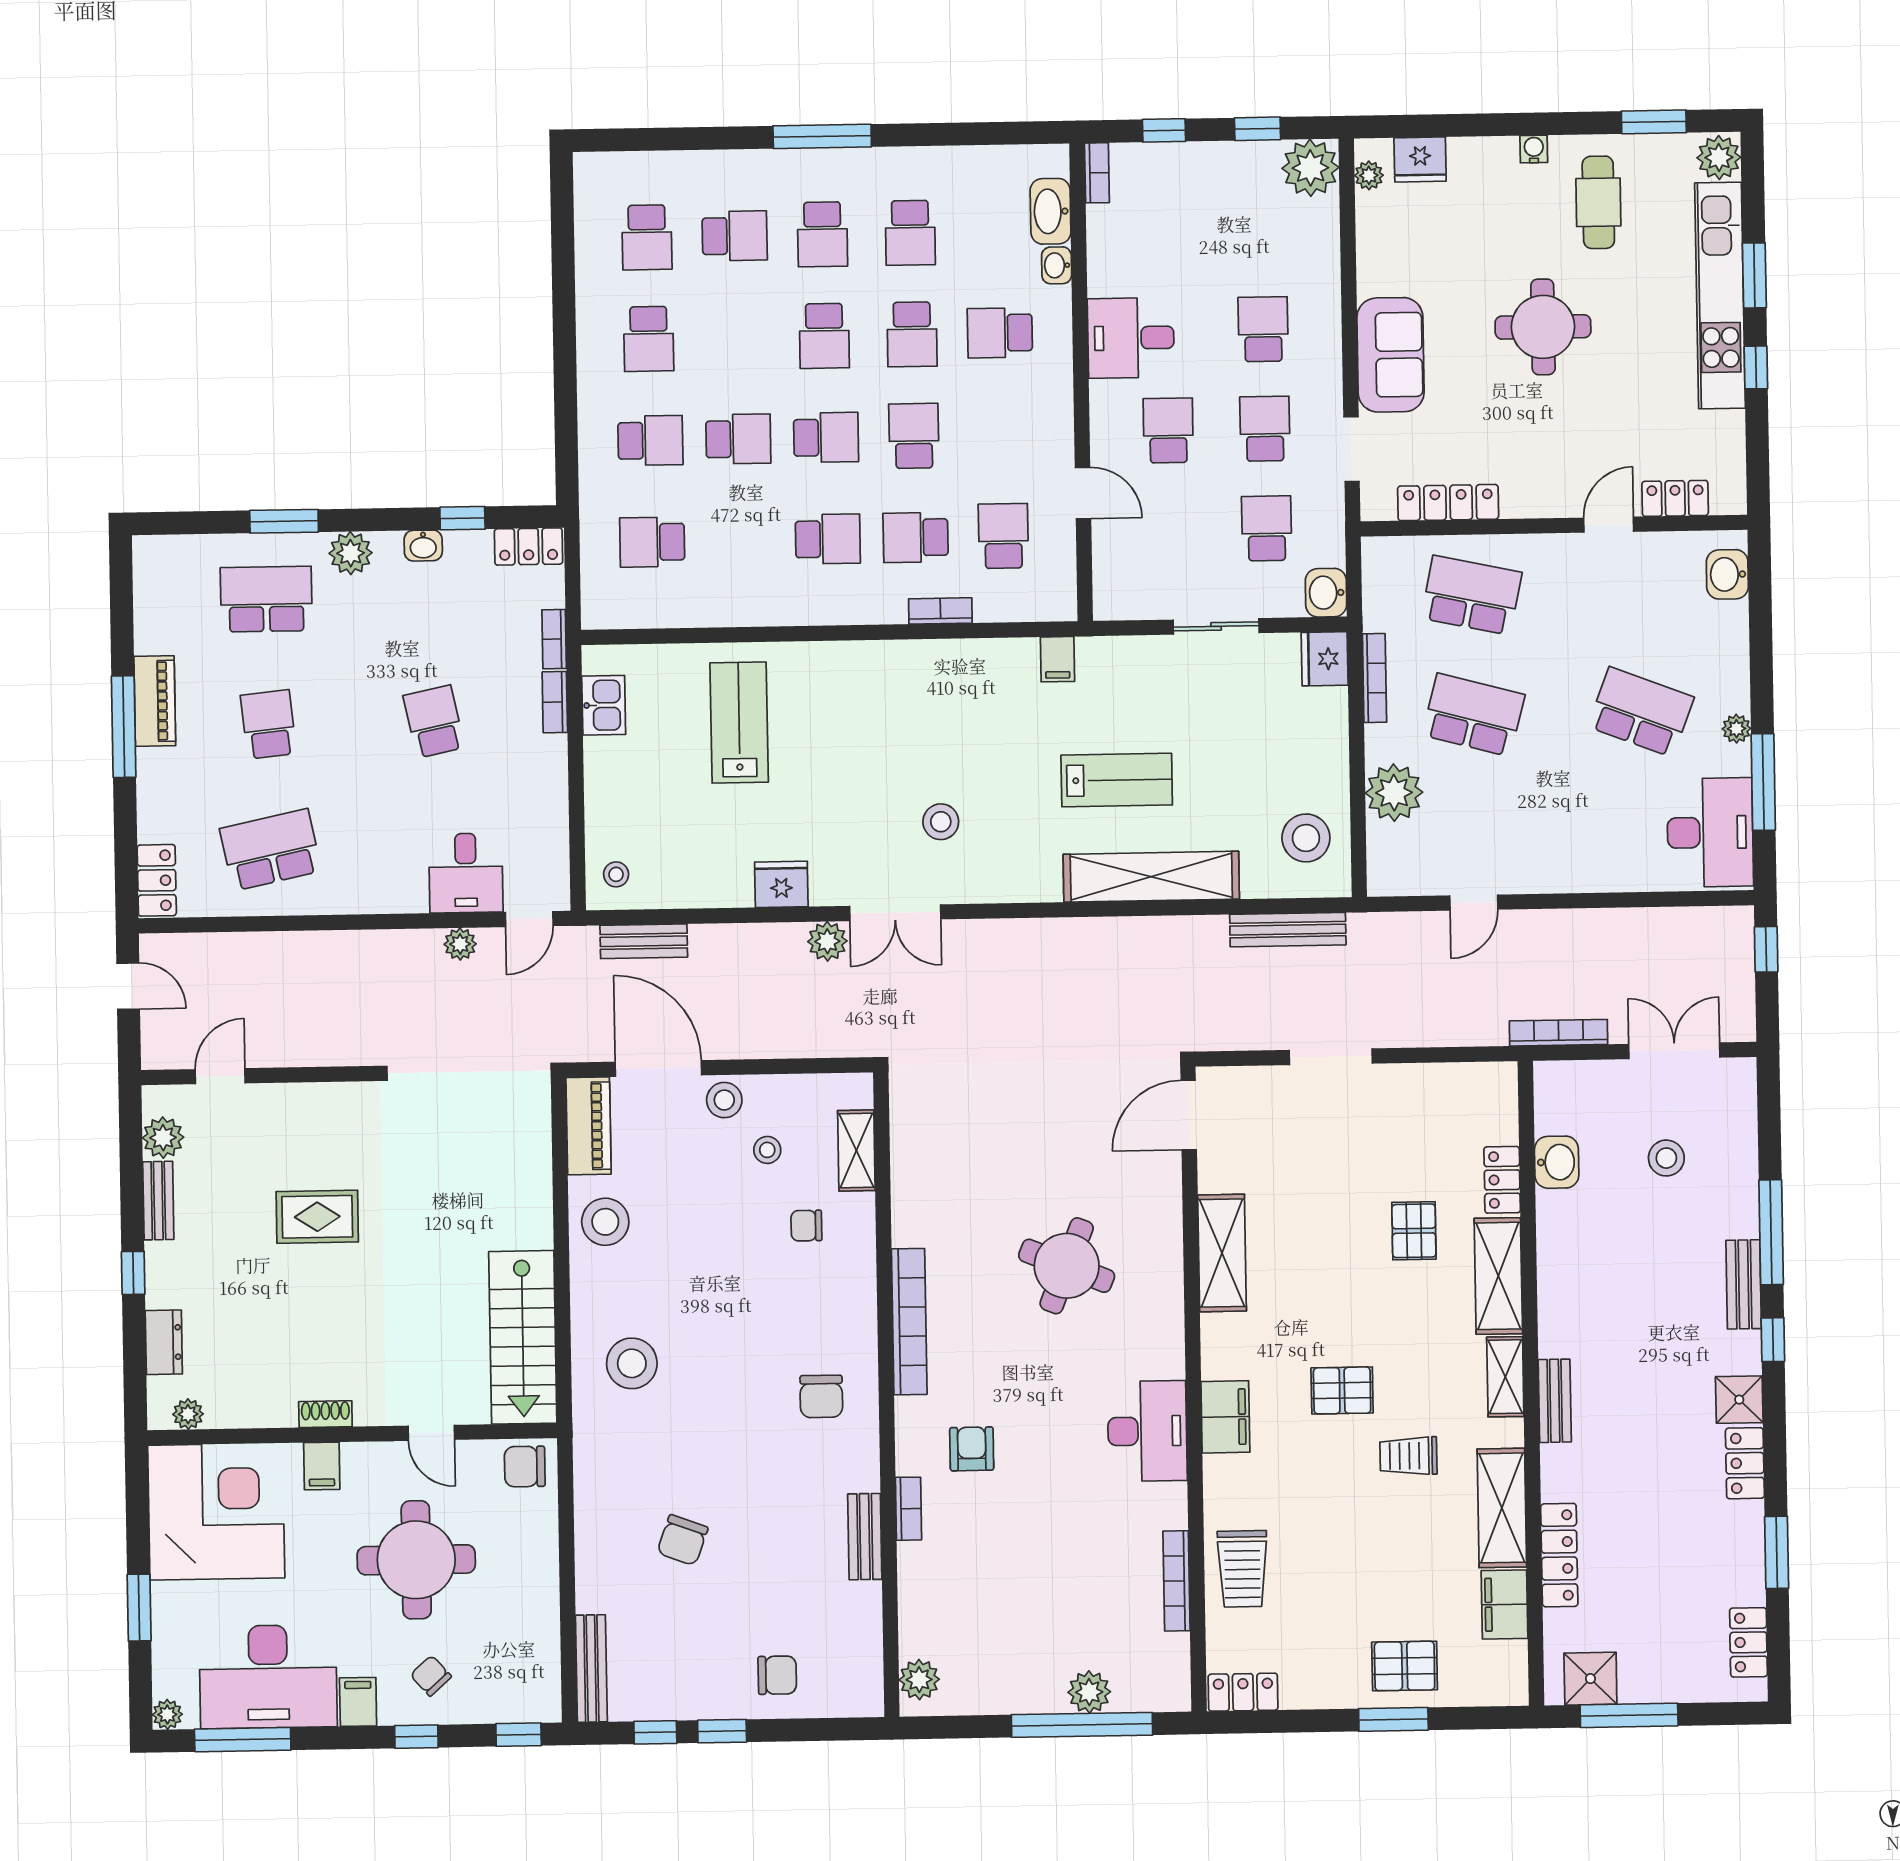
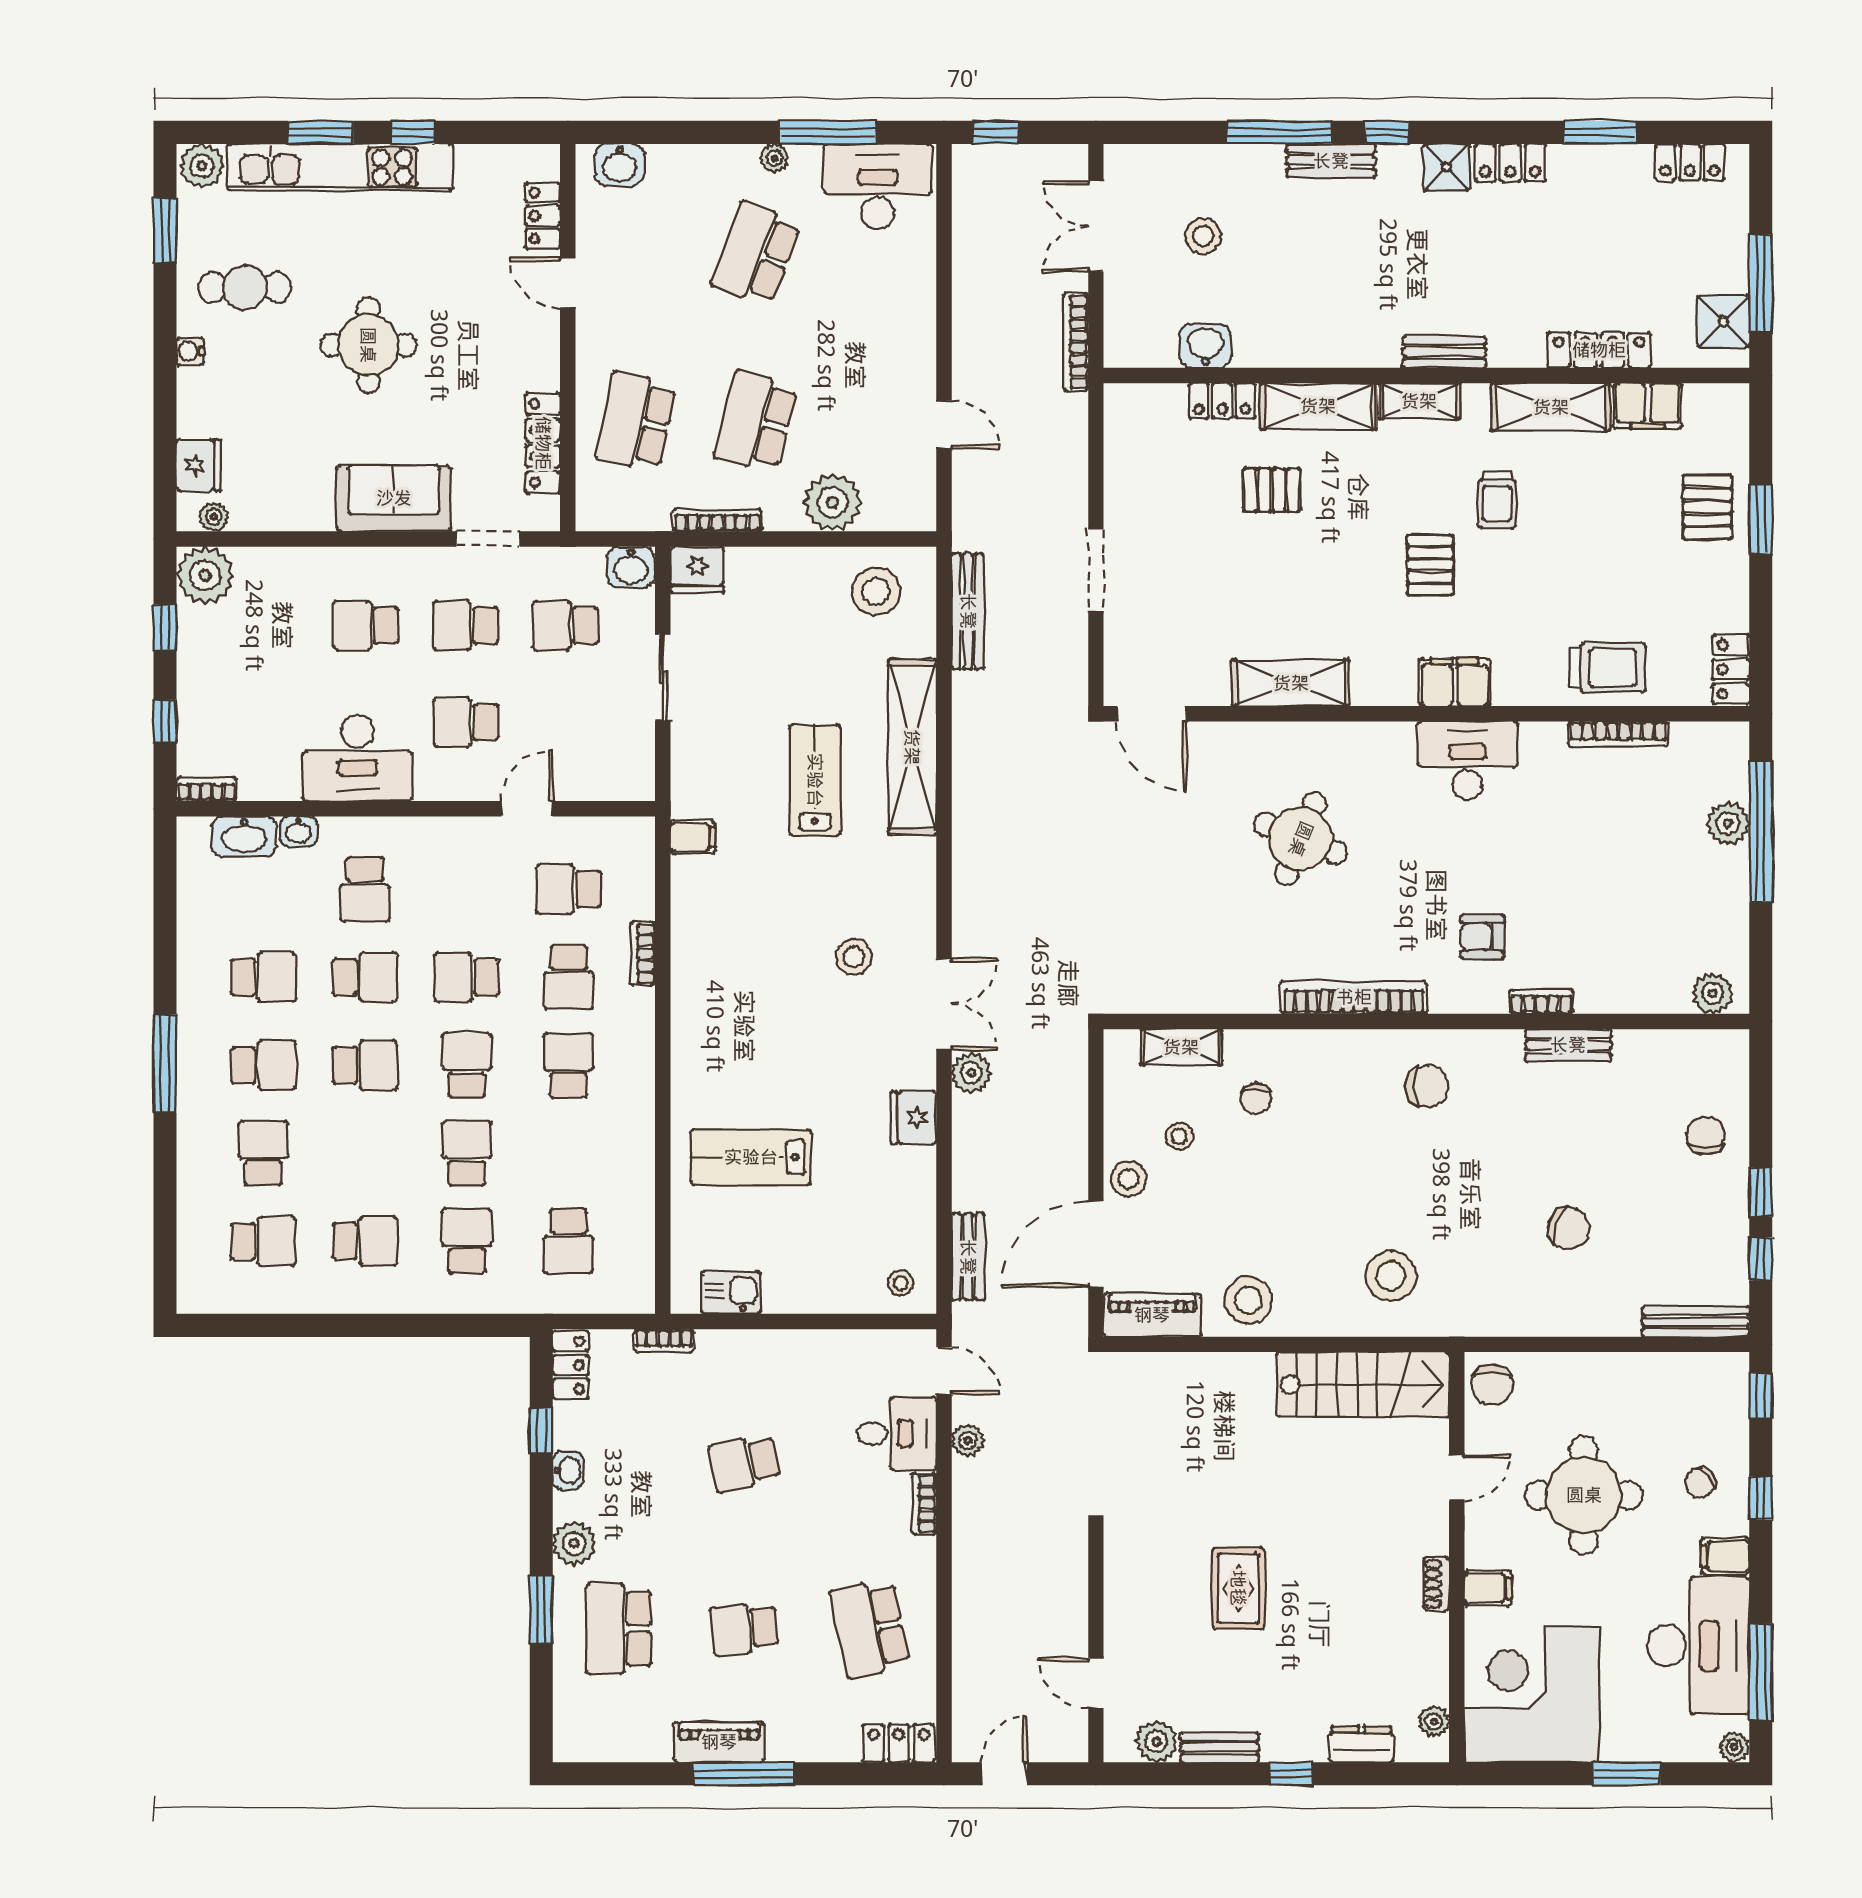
desk: (1131, 338) -> (357, 758), width x1.37
bookcase: (555, 702) -> (924, 1504), moved, turned 90

